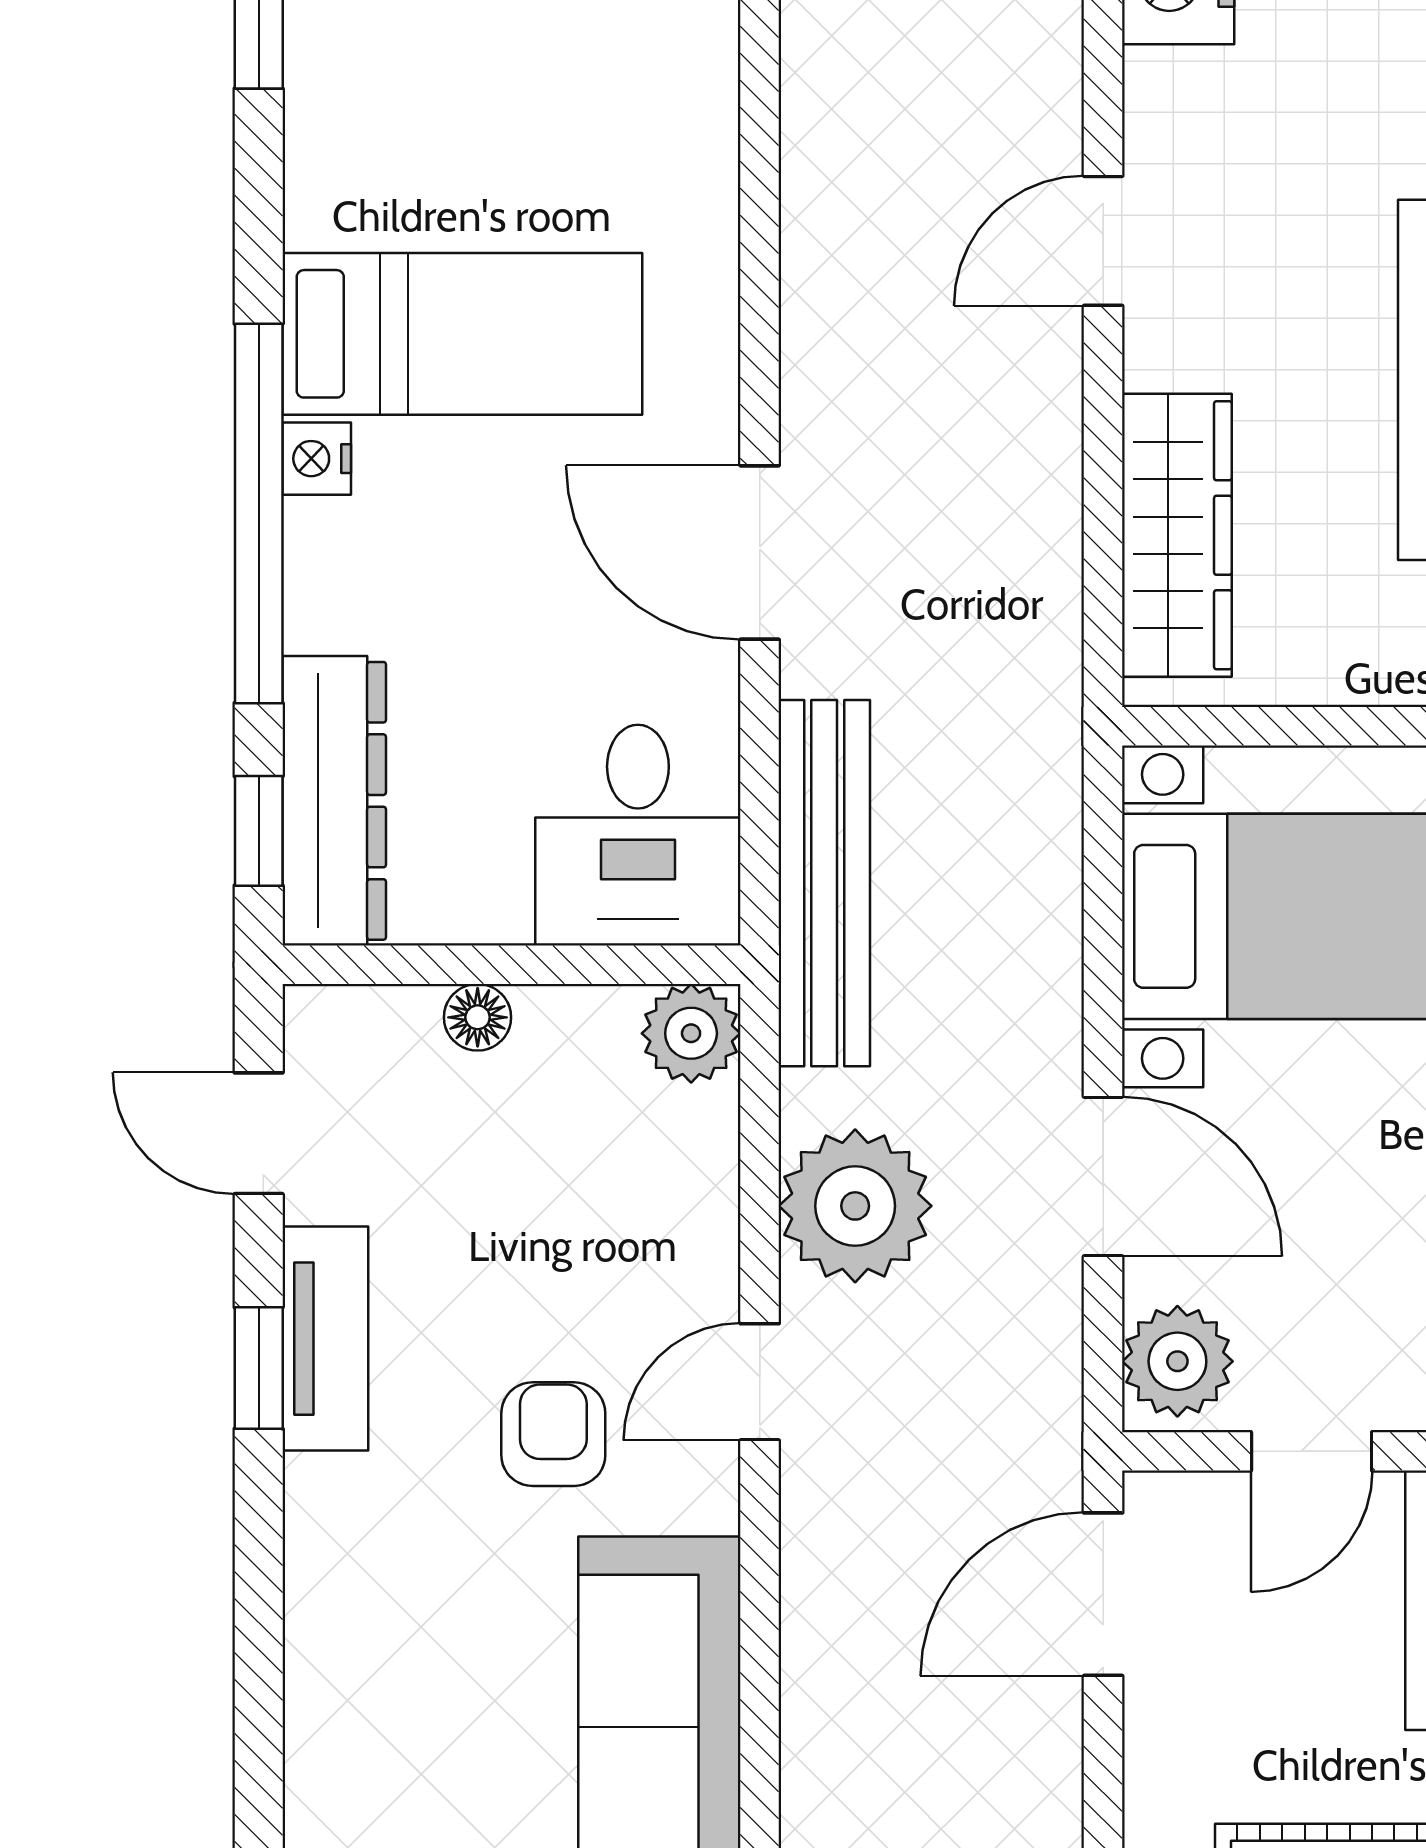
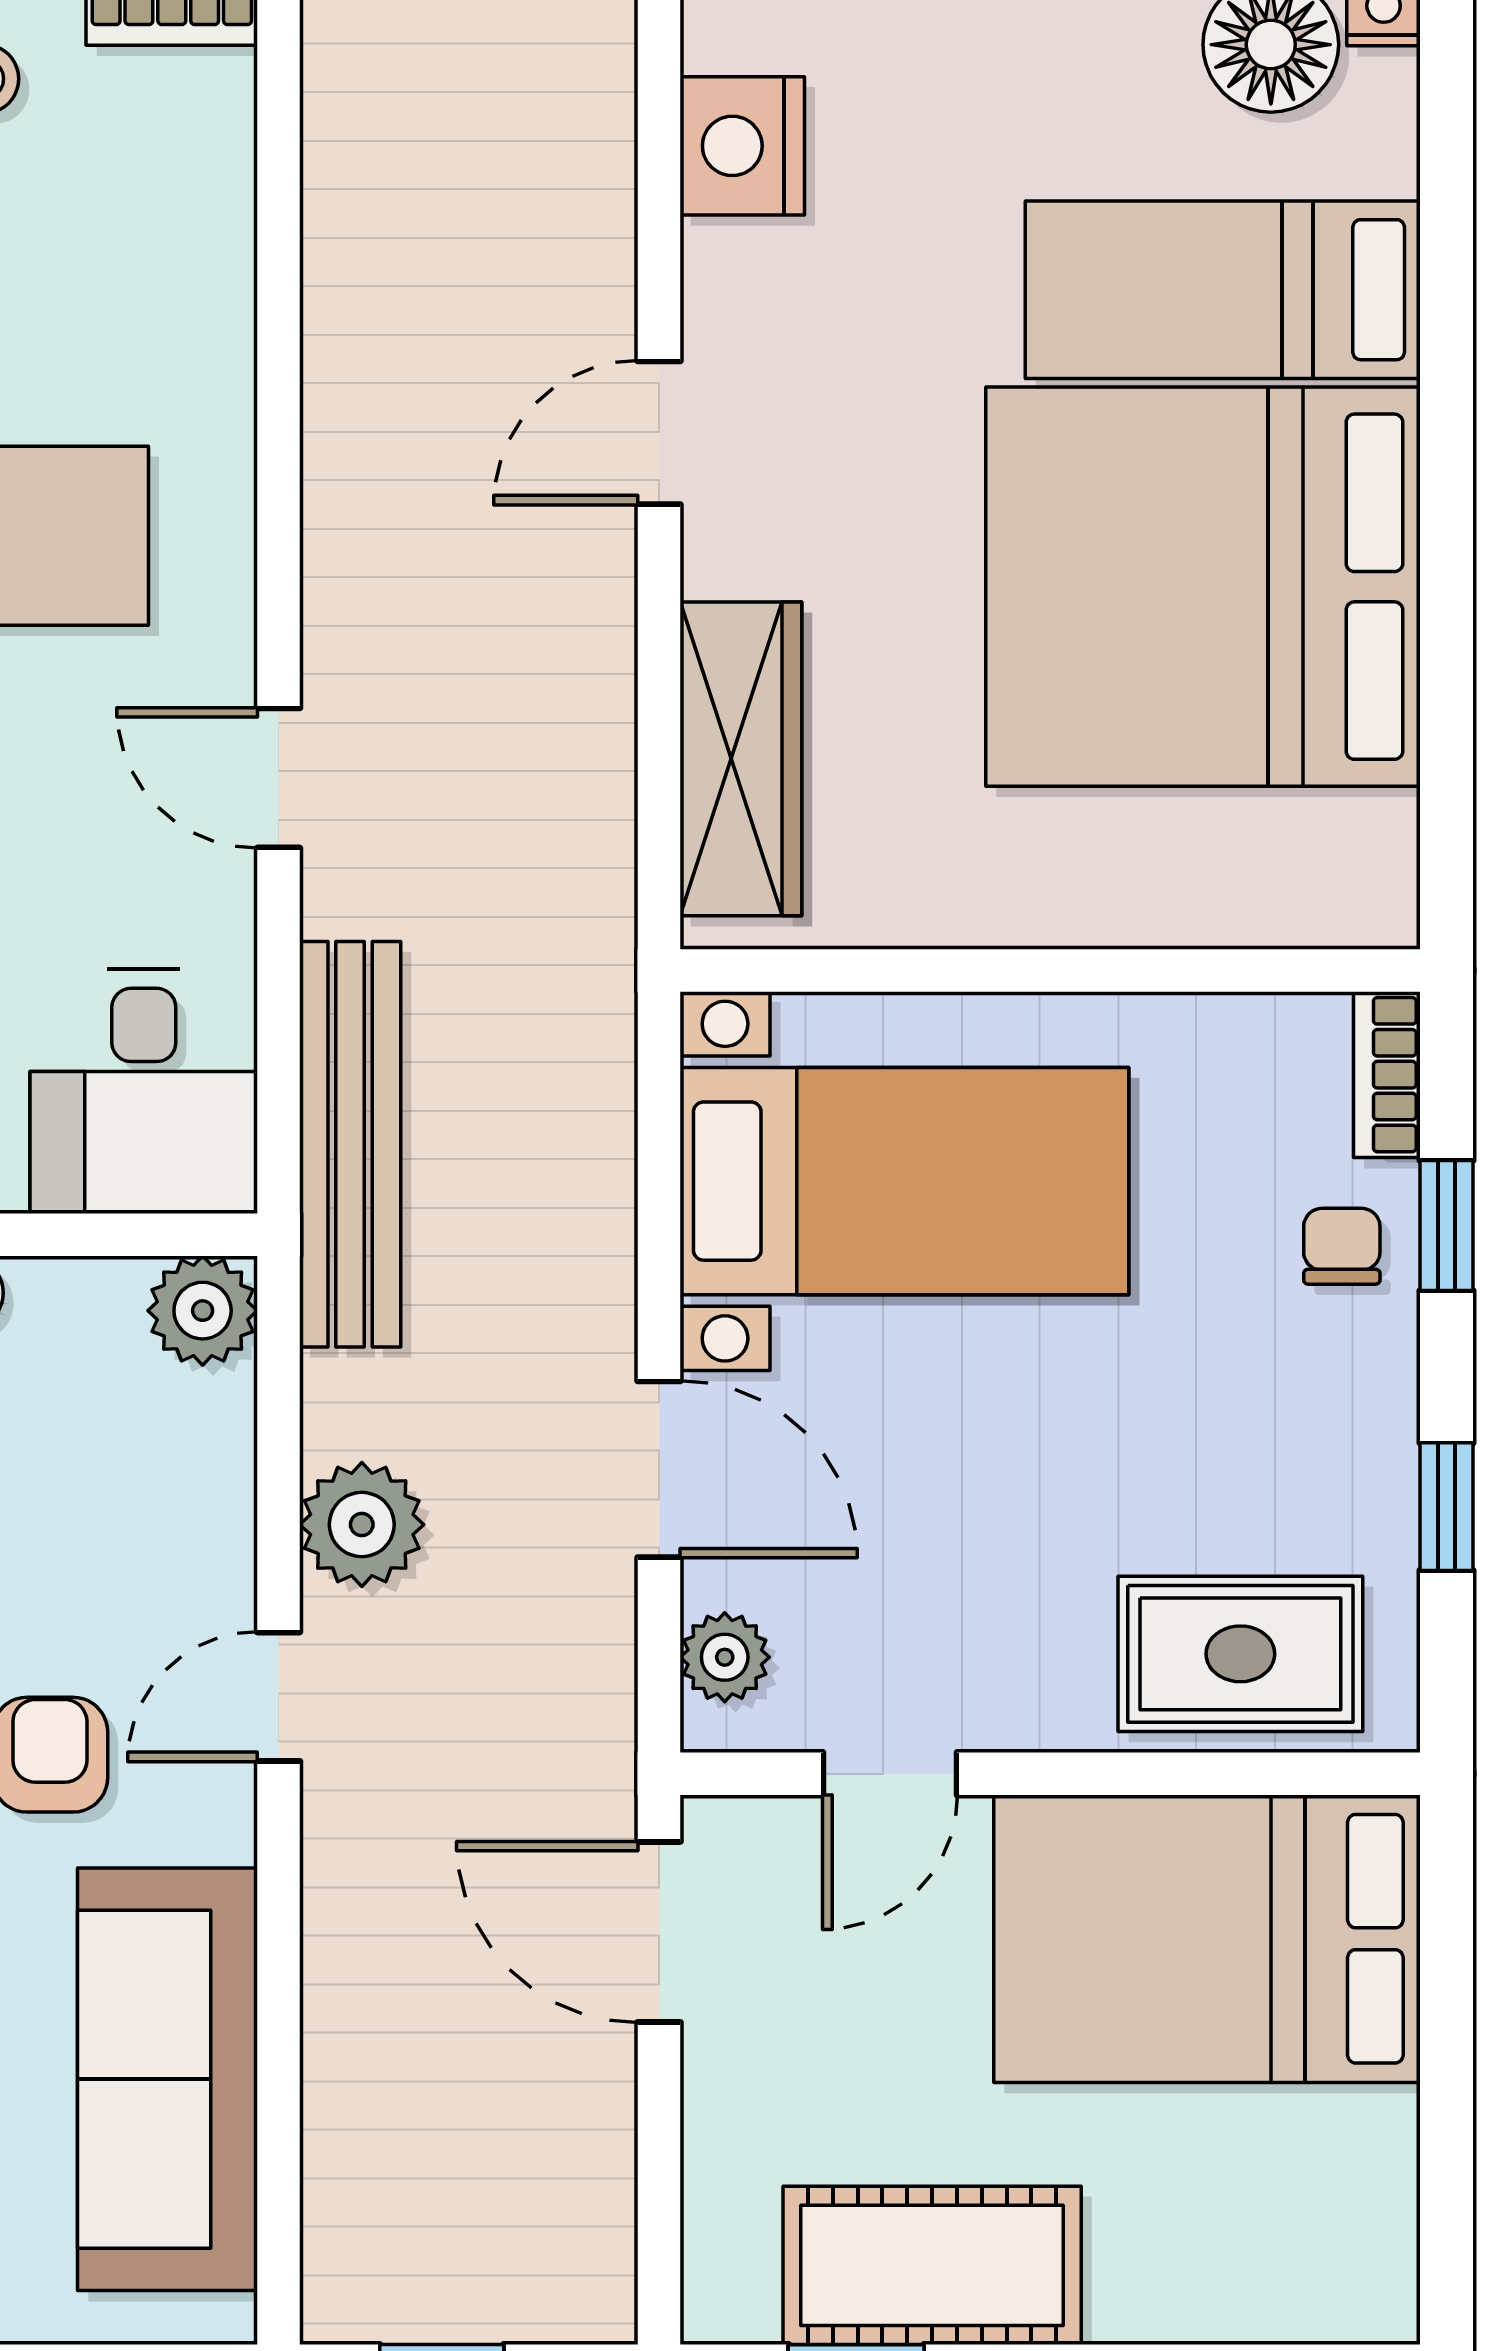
door: (760, 552) -> (278, 778), width x0.73
plant: (855, 1206) -> (362, 1525), width x0.73, depth x0.73
plant: (1177, 1361) -> (725, 1657), width x0.73, depth x0.73
door: (1103, 1594) -> (659, 1932), hinge flipped

